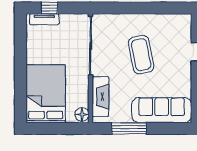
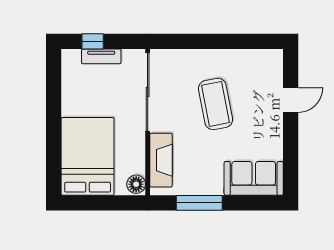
tv unit: (44, 19) -> (101, 56), moved
sofa: (162, 110) -> (254, 178), width x0.73

